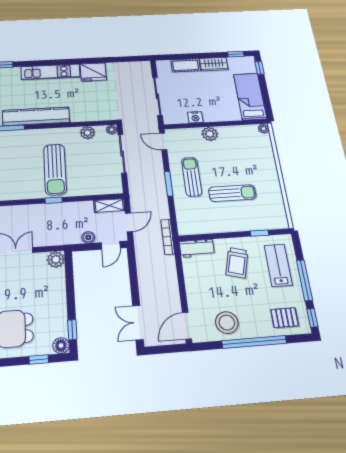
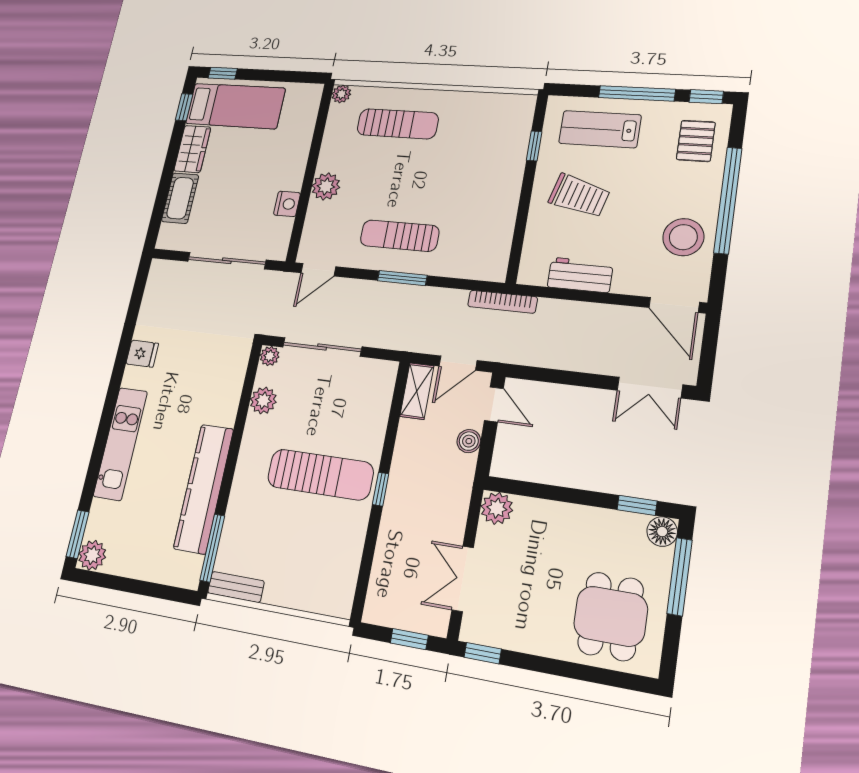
fridge: (93, 72) -> (142, 354), width x0.53, depth x0.75
bed: (250, 96) -> (235, 106), moved, turned 180
sun lounger: (232, 193) -> (398, 124), moved, turned 90
door: (129, 222) -> (458, 363), swing flipped
workbench: (197, 248) -> (580, 275), moved, turned -90
window: (39, 359) -> (680, 577), width x2.17

